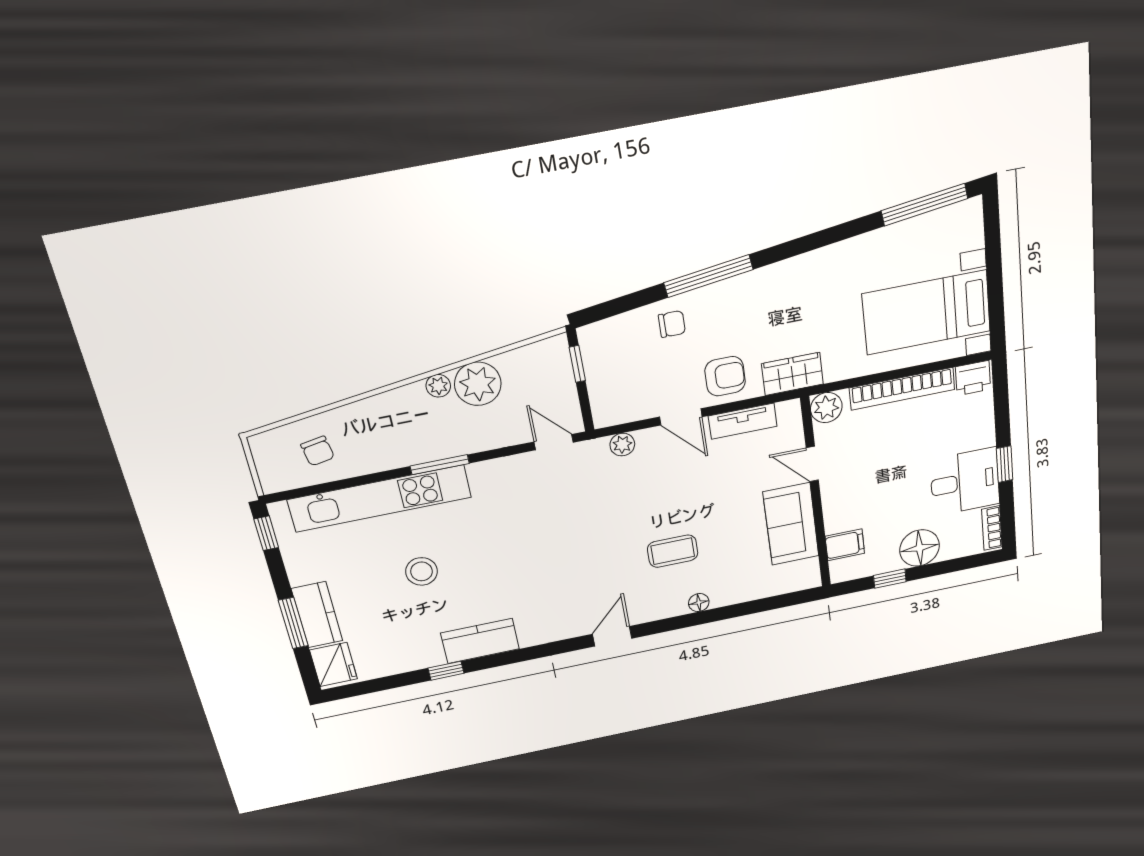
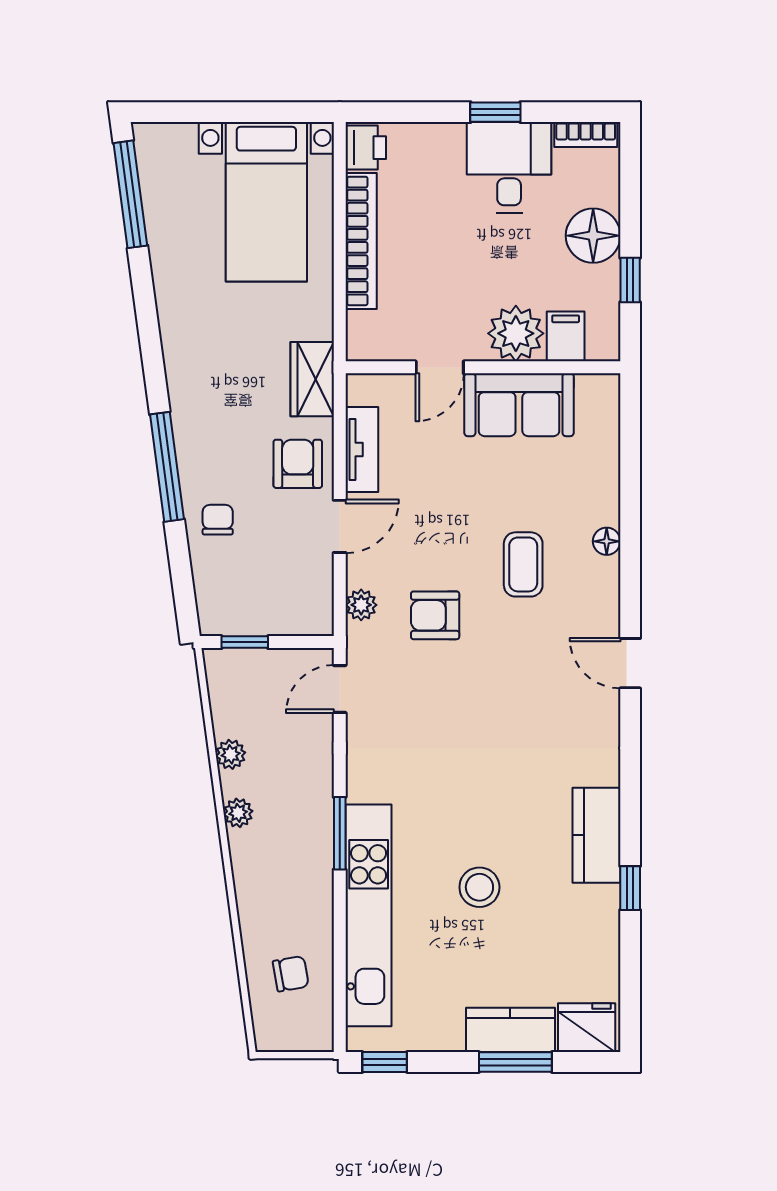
plant: (478, 384) -> (231, 754), width x0.53, depth x0.53
plant: (826, 408) -> (516, 333), moved, width x1.36, depth x1.36
armchair: (624, 499) -> (435, 615), added

